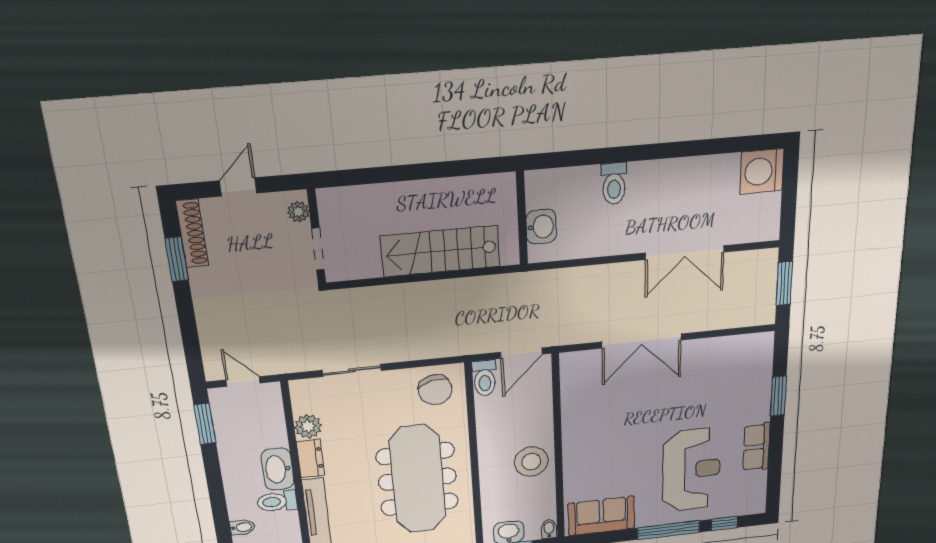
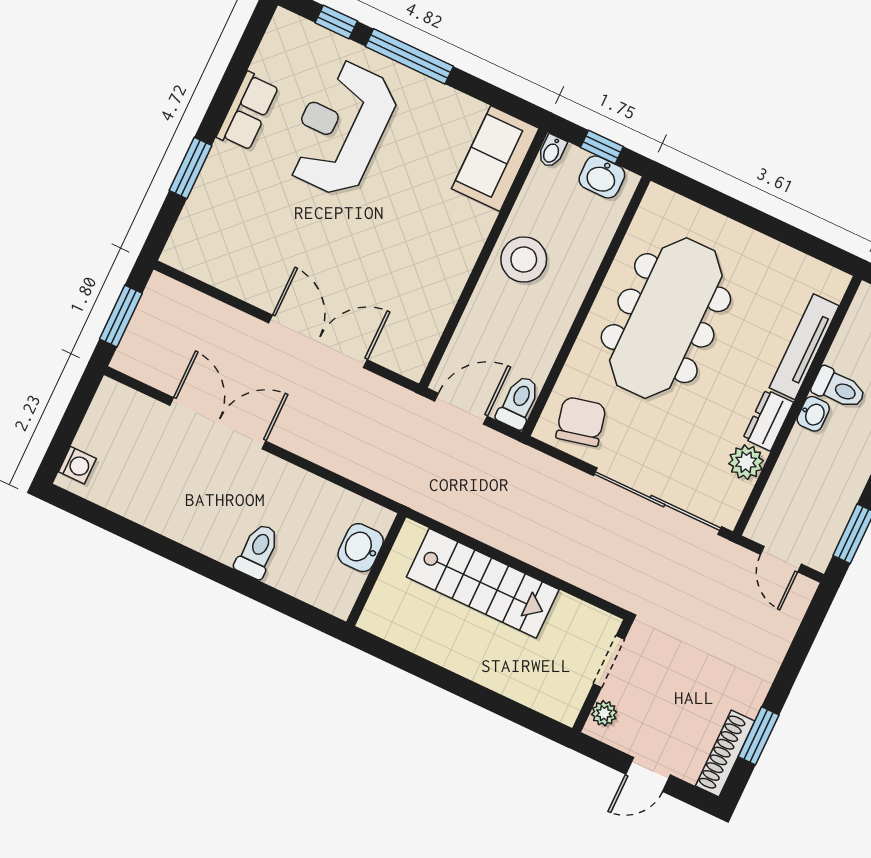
washing machine: (762, 171) -> (77, 465), width x0.53, depth x0.53
sliding door: (352, 370) -> (657, 501), width x1.86
washbasin: (278, 469) -> (813, 414), width x0.52, depth x0.69
sofa: (601, 516) -> (495, 159), moved, turned 90

